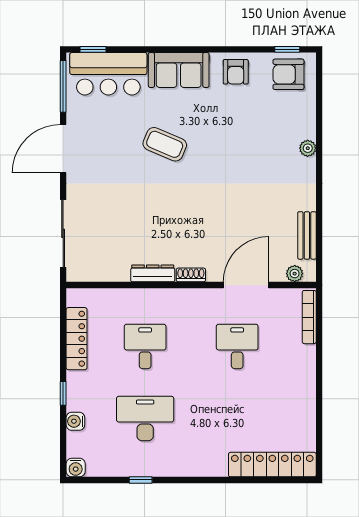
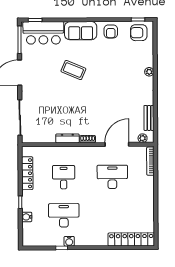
desk: (237, 346) -> (112, 177), width x1.37
water cooler: (76, 468) -> (69, 241), moved

